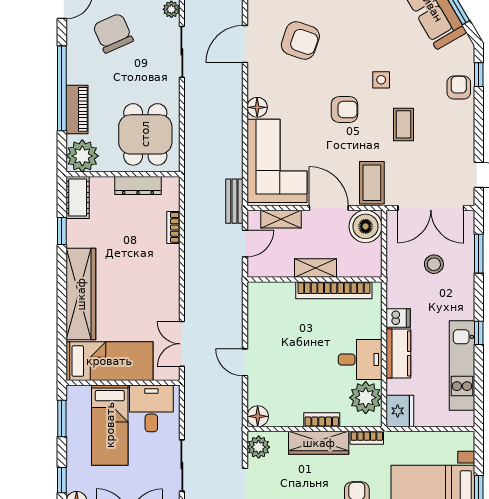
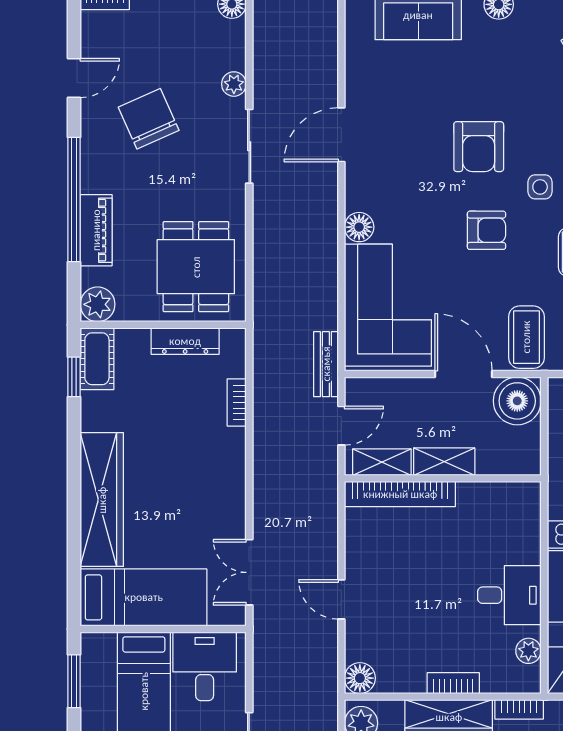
armchair: (300, 40) -> (479, 147), moved, turned 71
plant: (82, 156) -> (98, 304), width x0.73, depth x0.73
shelving: (281, 219) -> (382, 462), moved
window: (62, 231) -> (74, 377), moved
bookcase: (334, 290) -> (400, 494), moved
plant: (366, 398) -> (528, 651), width x0.53, depth x0.53

